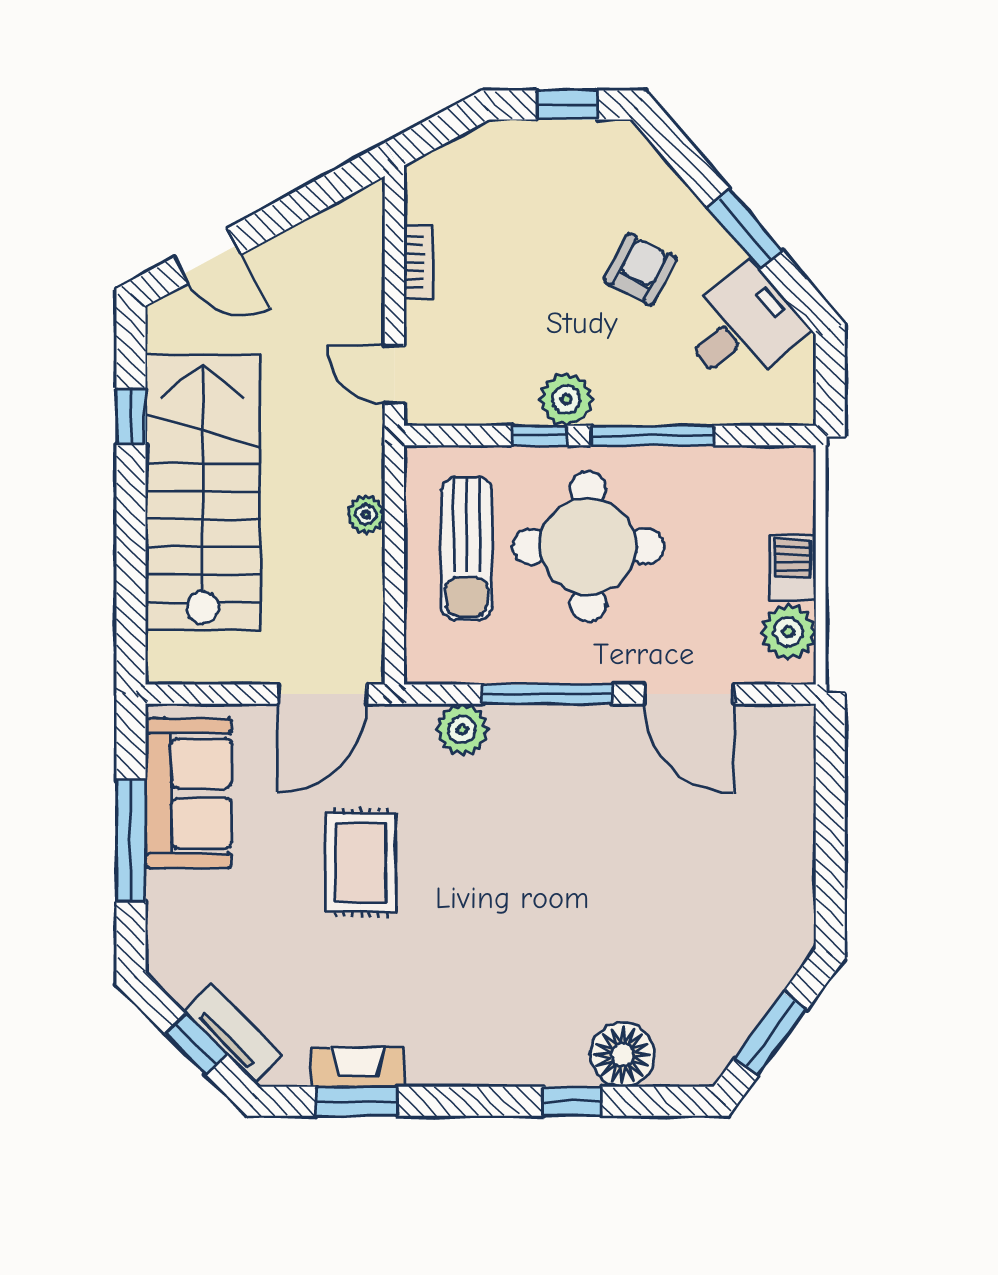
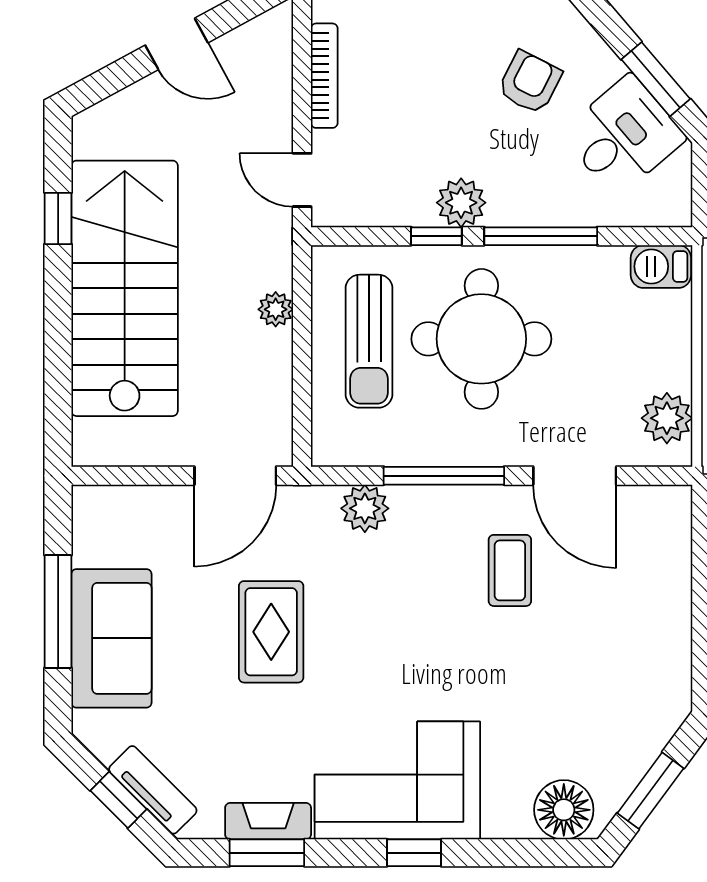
window: (745, 229) -> (656, 79), moved
door: (208, 256) -> (177, 44), moved
bookcase: (418, 262) -> (324, 76), width x1.56
barbecue: (793, 568) -> (661, 266), moved, turned -90
sofa: (189, 793) -> (111, 638), moved
coffee table: (619, 796) -> (510, 570), added
corner sofa: (497, 1023) -> (397, 780), added
floor lamp: (622, 1055) -> (564, 810), moved
window: (572, 1101) -> (414, 853), moved

